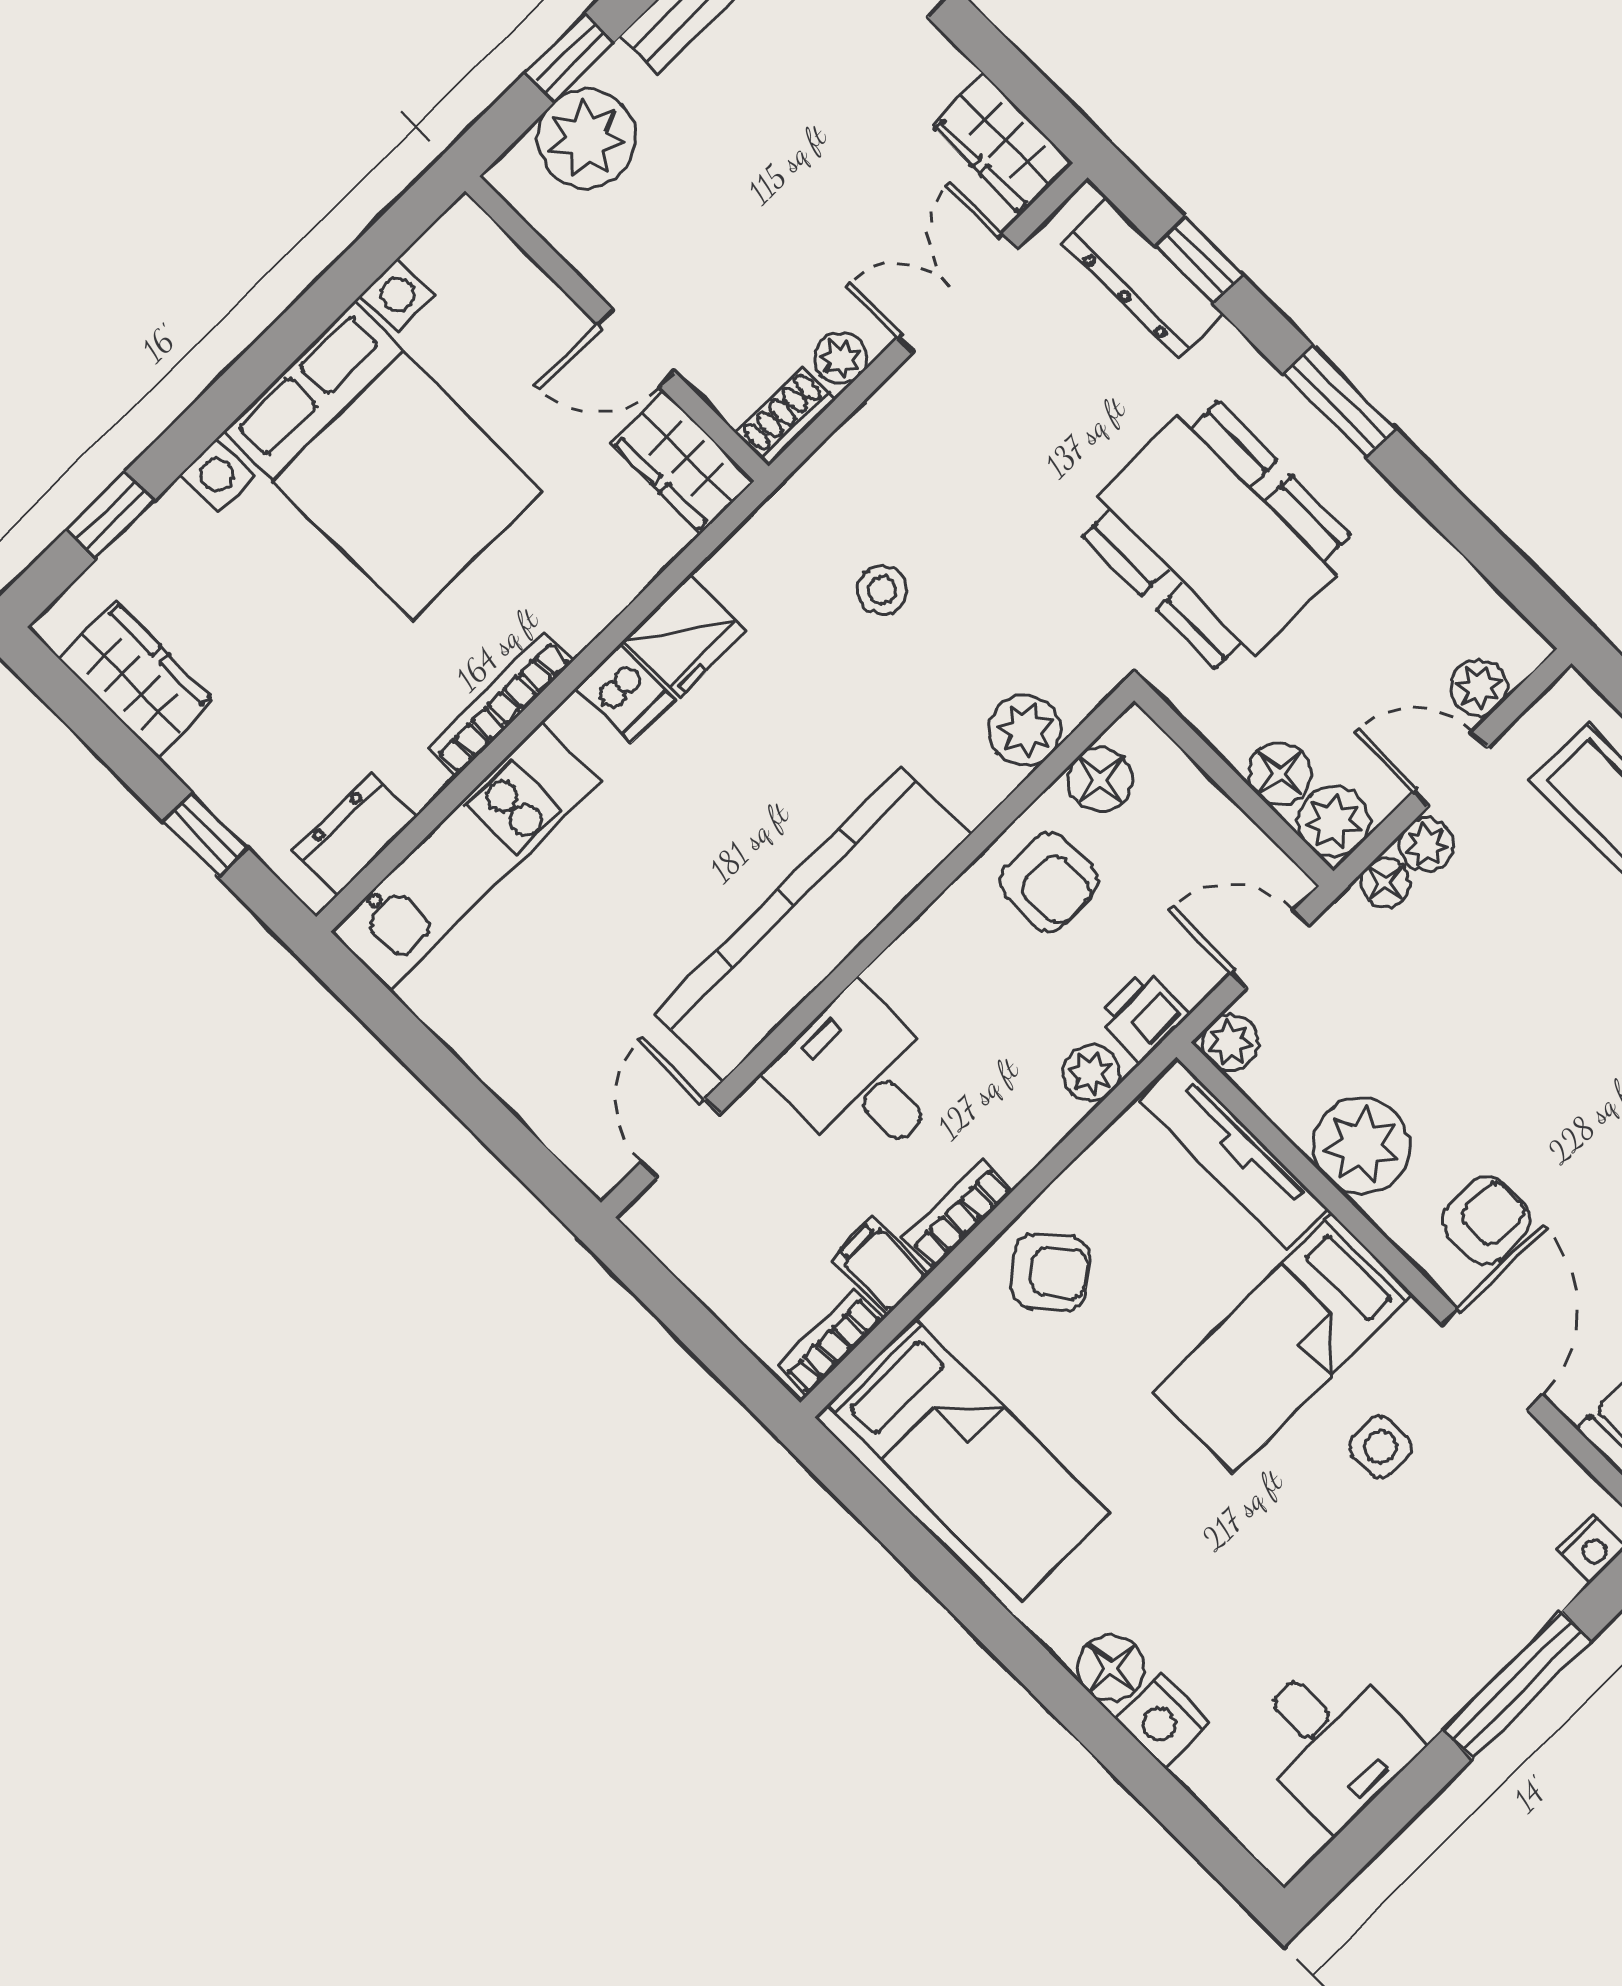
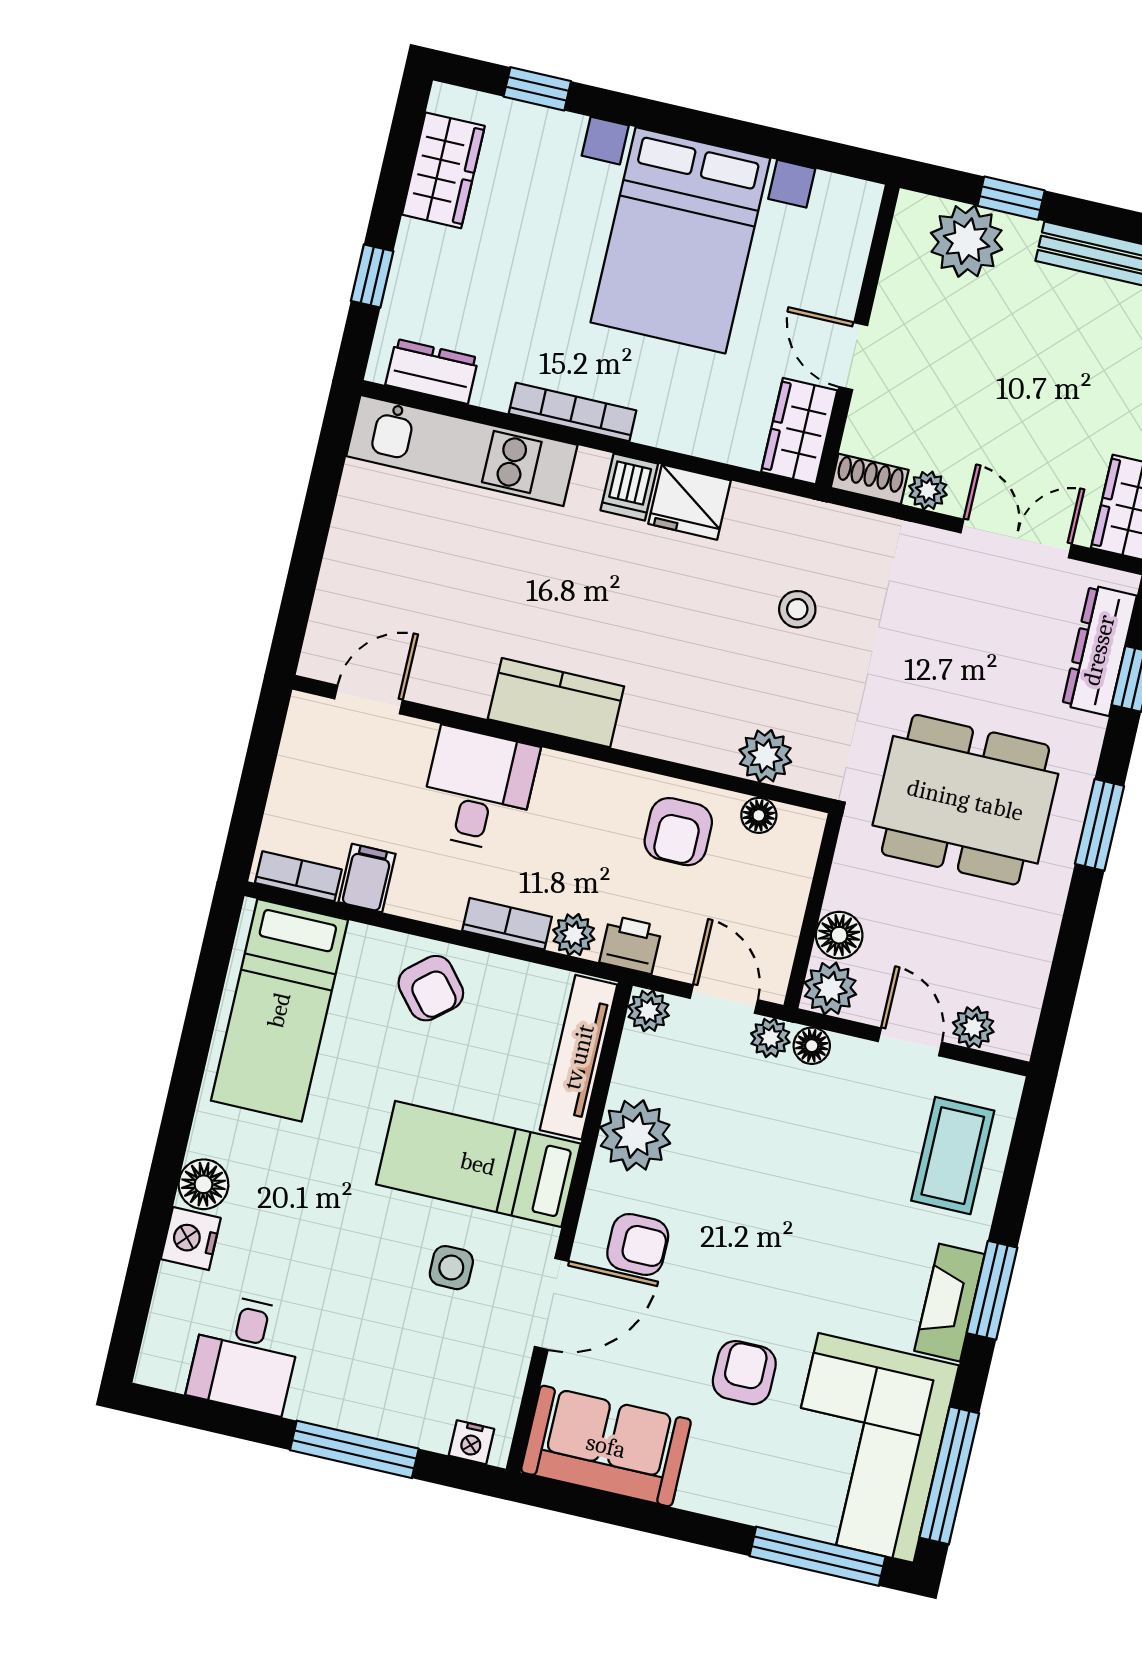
dining table: (1216, 535) -> (965, 800), turned 90
floor lamp: (1100, 780) -> (759, 815), width x0.73, depth x0.73
plant: (1426, 845) -> (770, 1038), moved
kitchen counter: (812, 924) -> (556, 703), width x0.48, depth x0.86
bookcase: (958, 1214) -> (507, 924), moved

